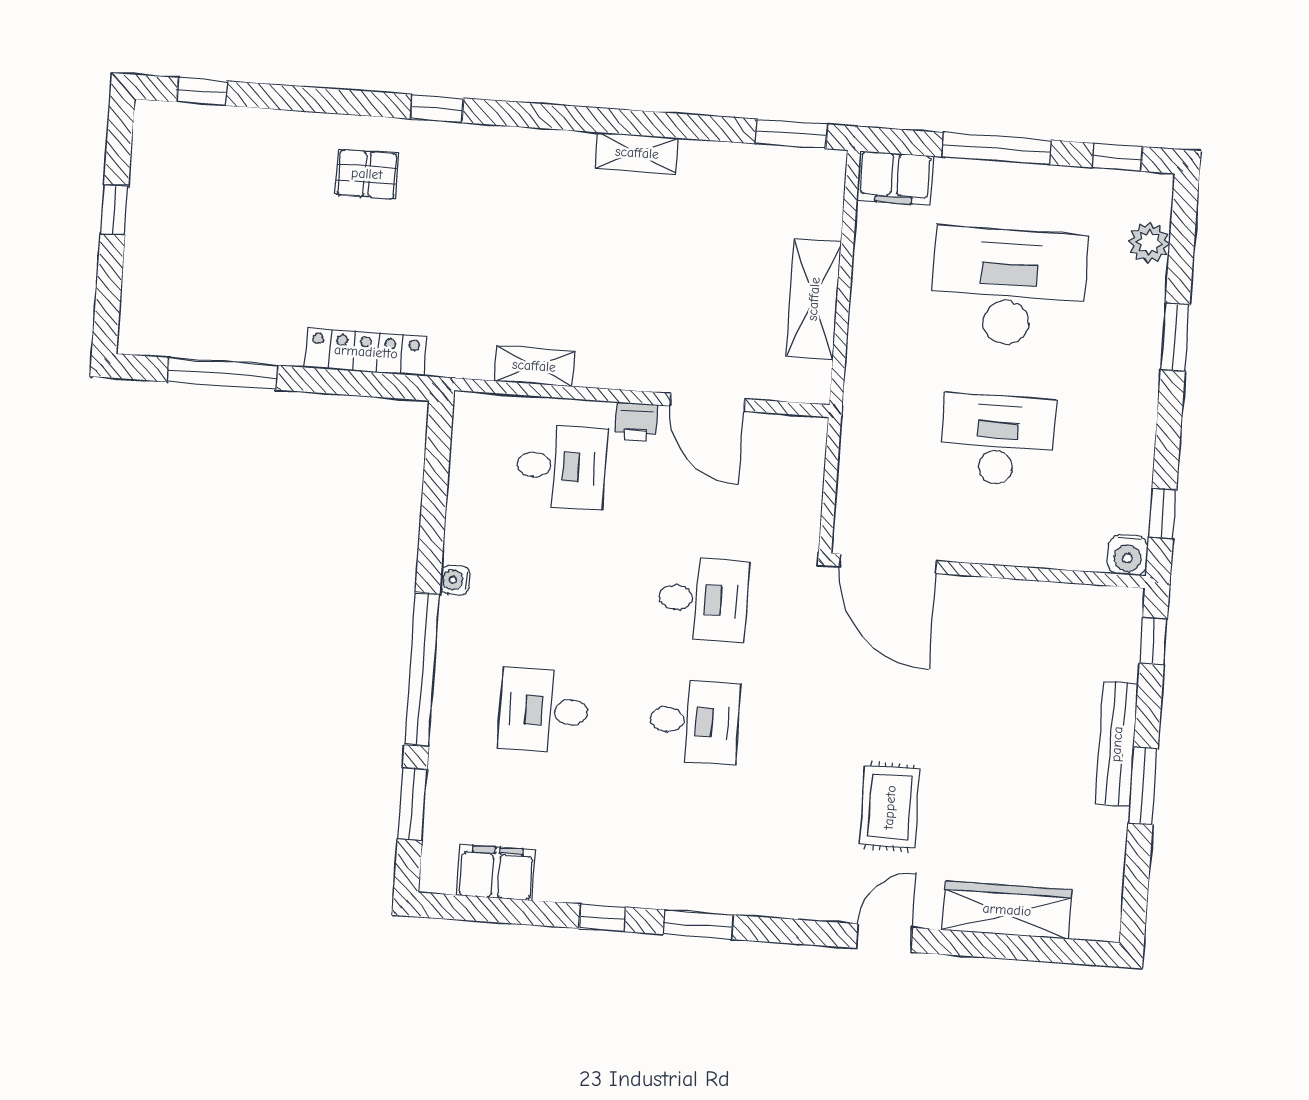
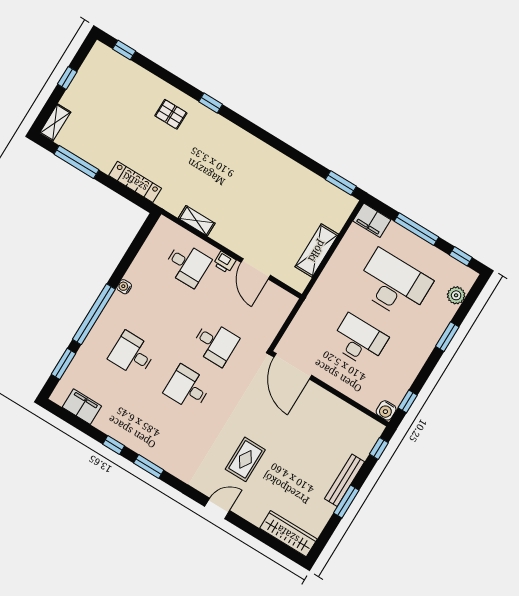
shelving: (637, 153) -> (55, 123), moved, turned 90
desk: (694, 721) -> (188, 388), turned 180
wardrobe: (1007, 910) -> (288, 534), moved

